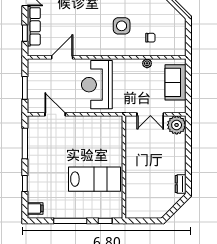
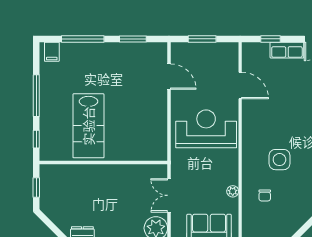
row of seats: (34, 26) -> (287, 50), width x0.68
door: (55, 114) -> (169, 77), hinge flipped
window: (25, 143) -> (133, 39), width x0.69
window: (25, 184) -> (83, 39), width x2.17
window: (144, 221) -> (36, 187), added

